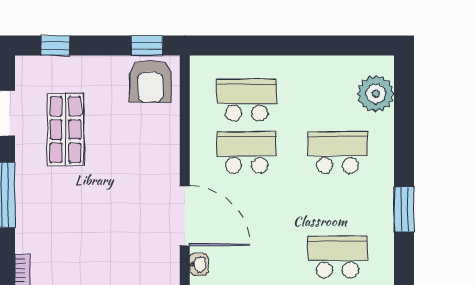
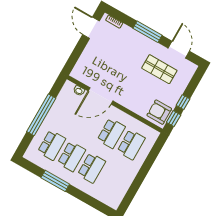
window: (55, 45) -> (183, 102), moved
plant: (376, 94) -> (106, 195), removed
school desk: (337, 205) -> (72, 157), added
window: (404, 209) -> (55, 181), width x1.44

